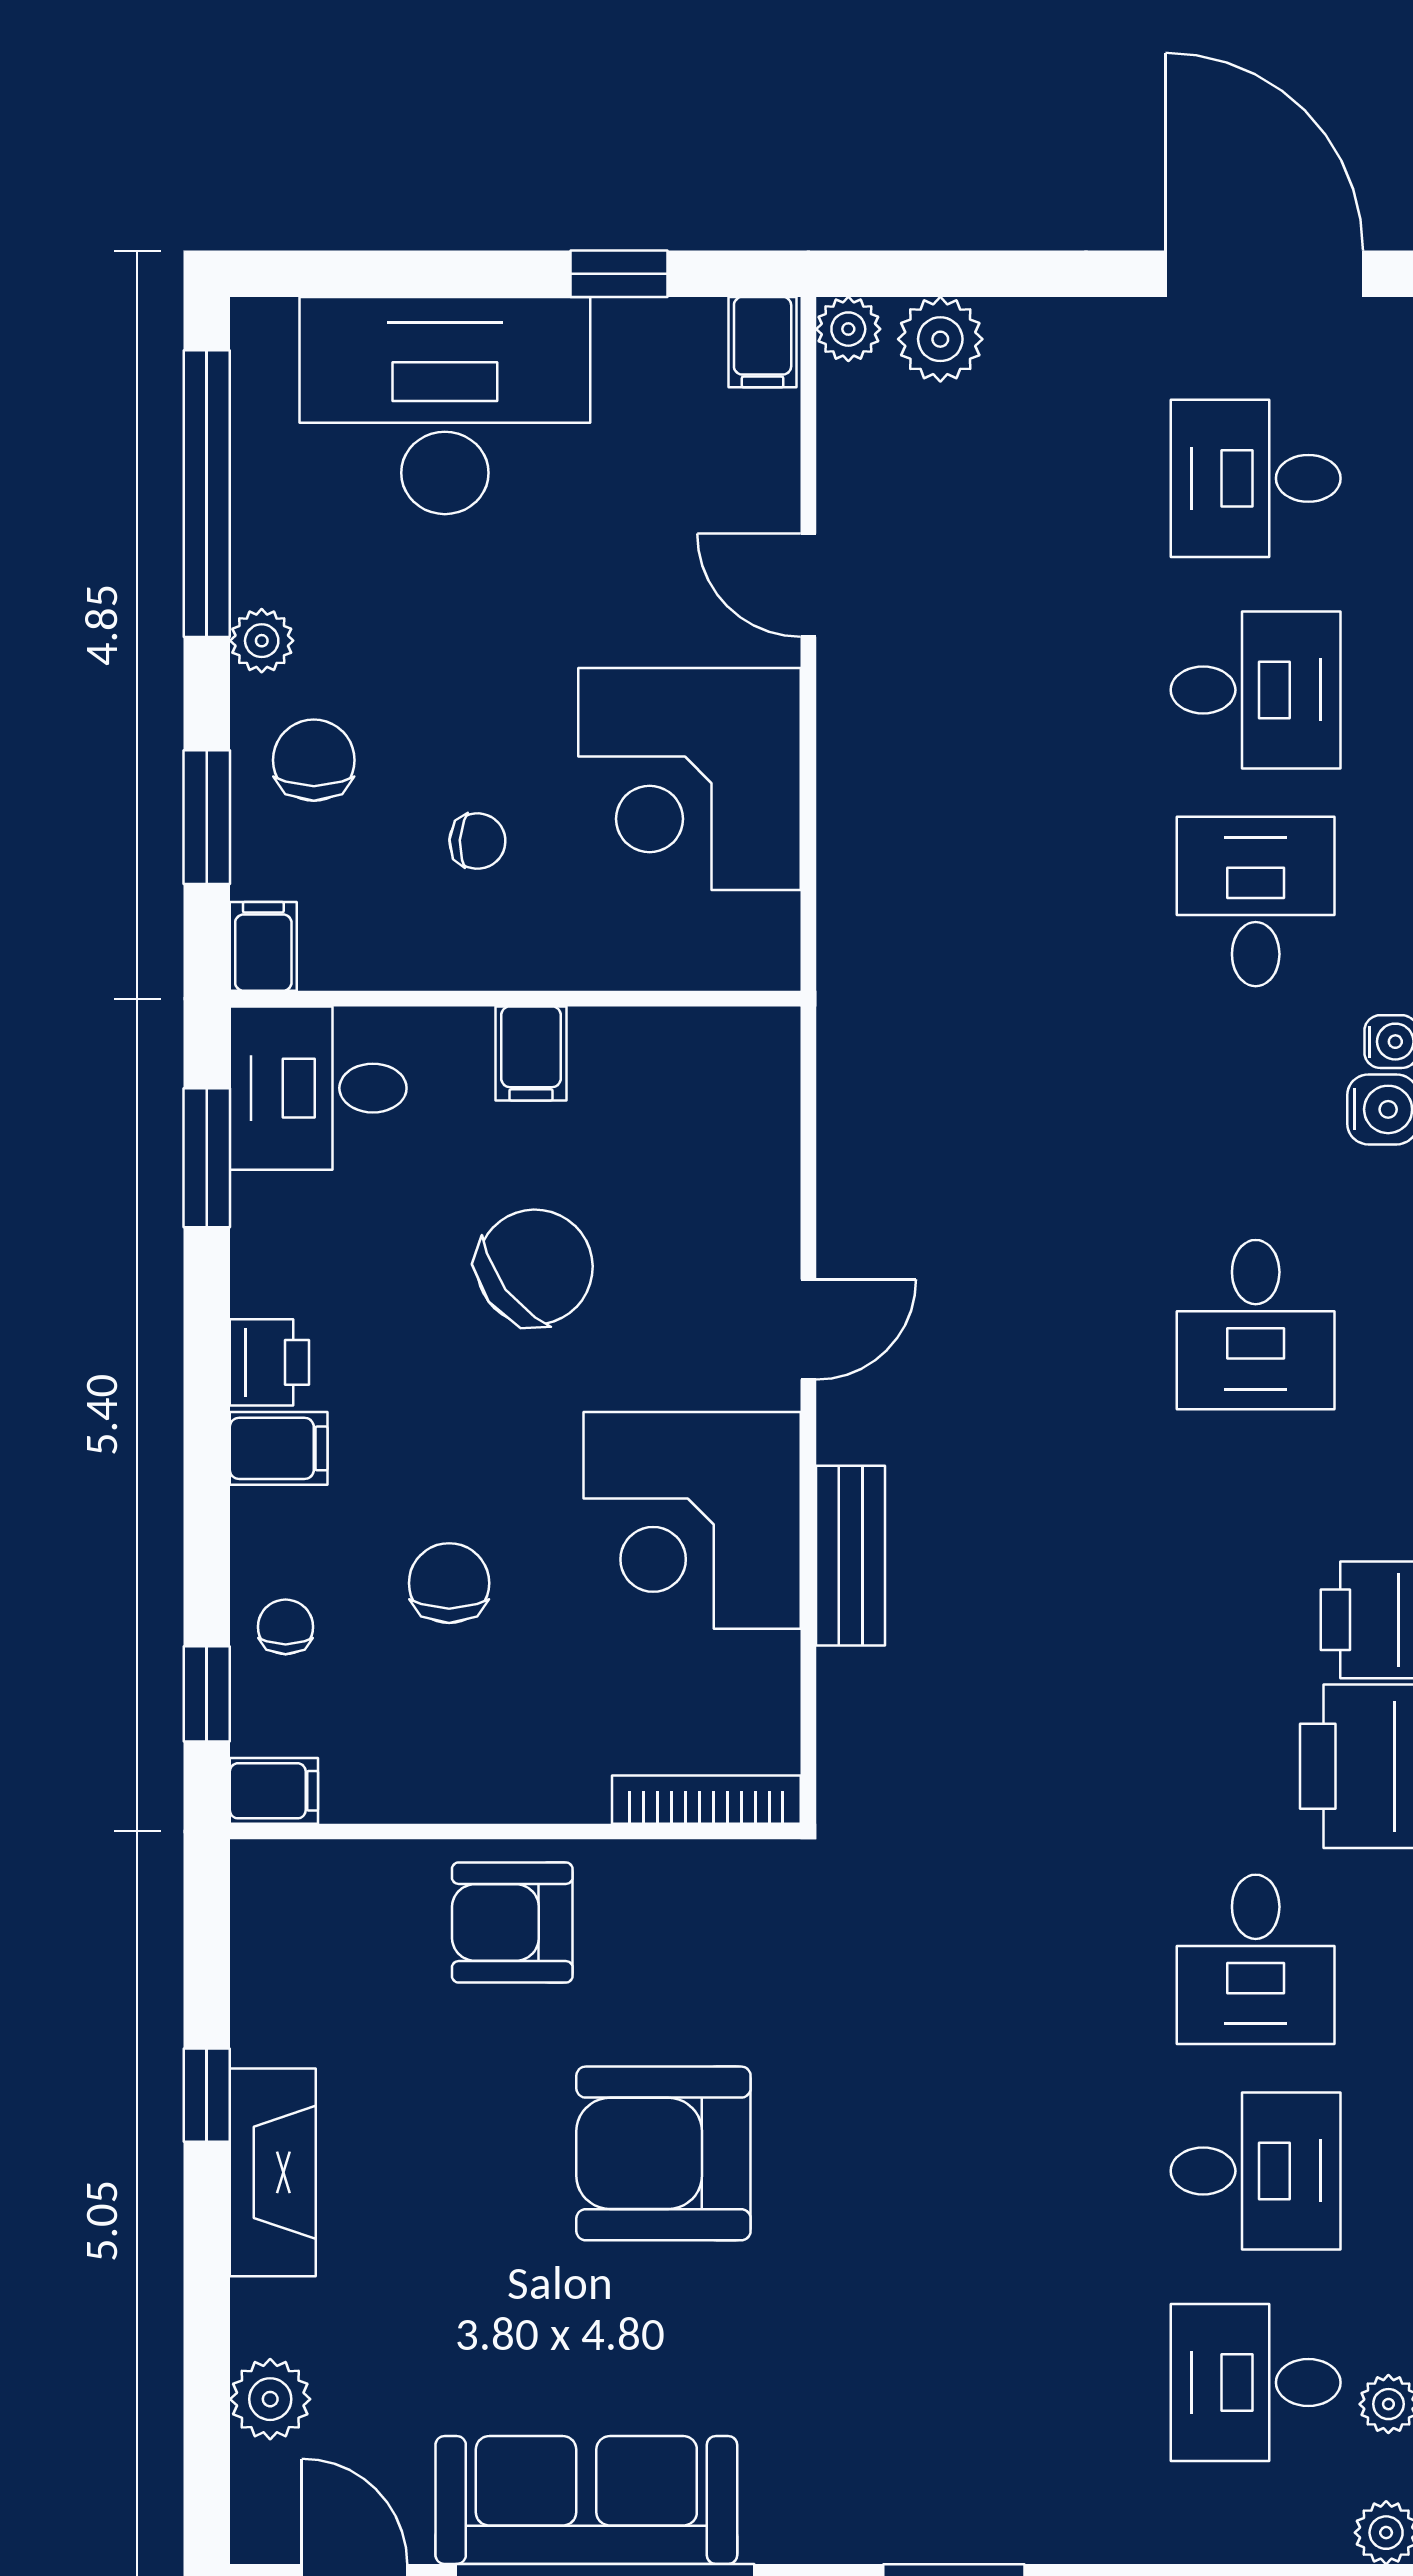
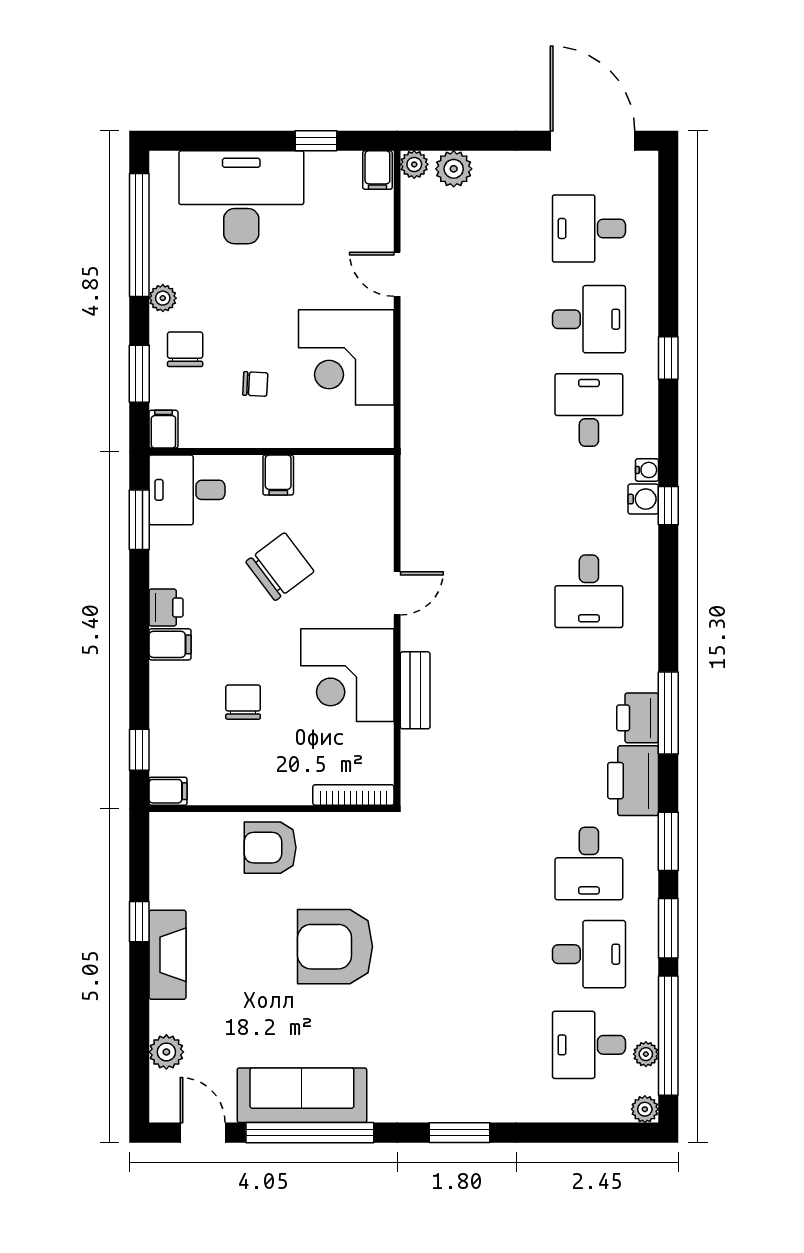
chair: (286, 1627) -> (173, 721), removed

